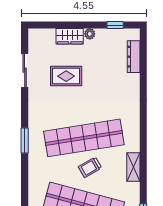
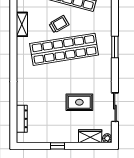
window: (115, 25) -> (57, 146), moved
plant: (90, 34) -> (107, 138), moved
wardrobe: (70, 36) -> (90, 136), moved

